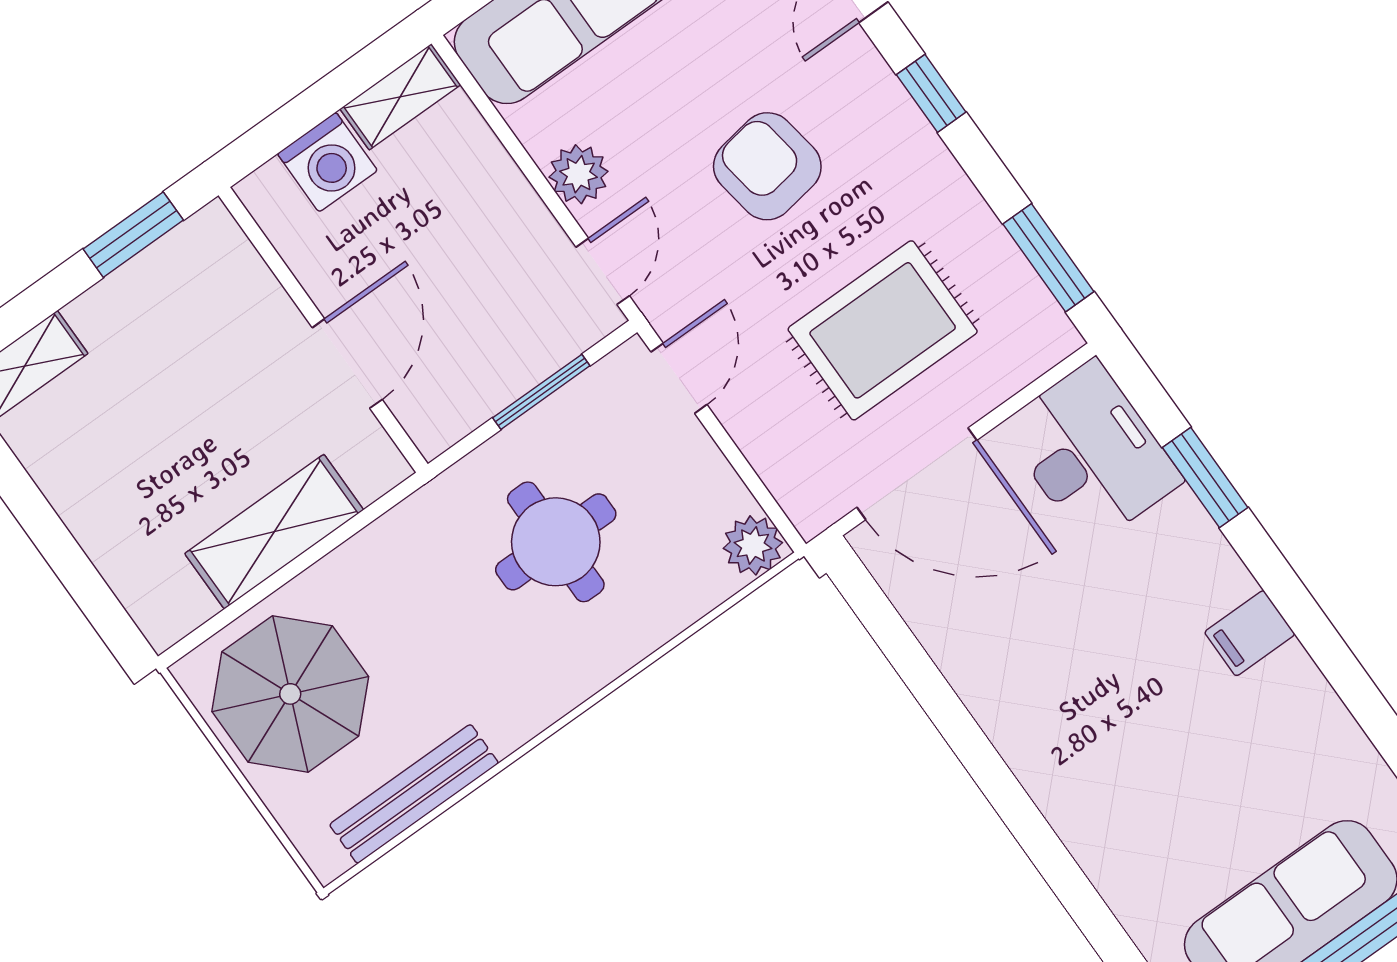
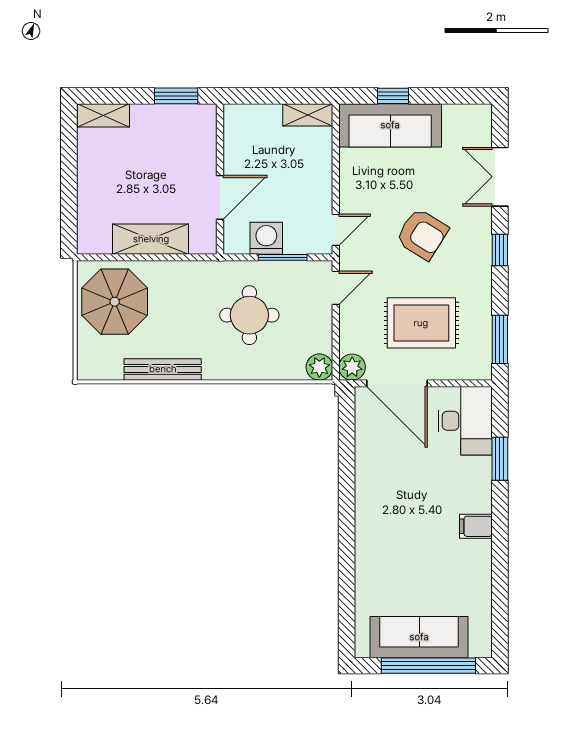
washing machine: (327, 162) -> (266, 238), moved, turned 180
armchair: (767, 166) -> (422, 234), turned 131
plant: (579, 174) -> (352, 367), moved
bench: (414, 794) -> (163, 369), moved

